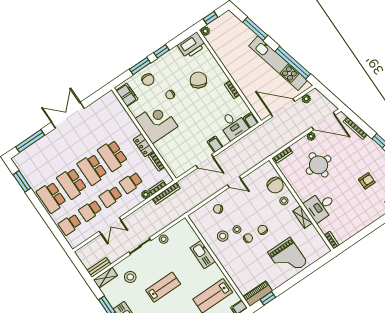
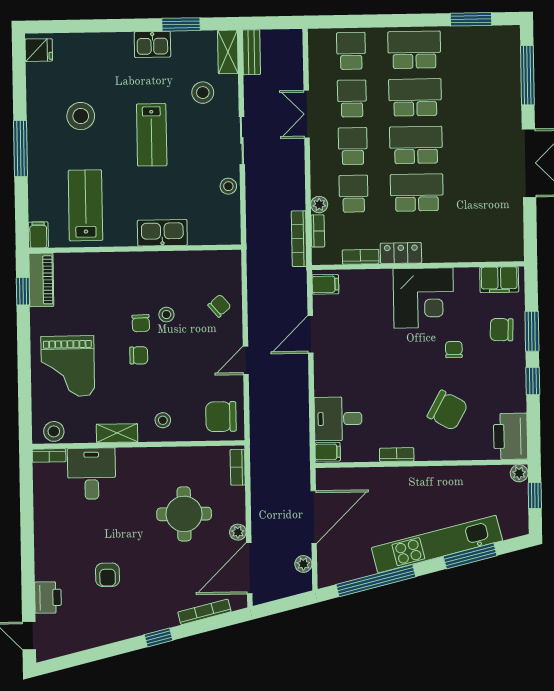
kitchen unit: (278, 63) -> (437, 544), moved
filing cabinet: (215, 144) -> (325, 284), moved
chair: (275, 185) -> (221, 417), moved
desk: (320, 206) -> (92, 474), moved
stool: (223, 236) -> (54, 431), moved
grand piano: (288, 258) -> (68, 366), turned -90

